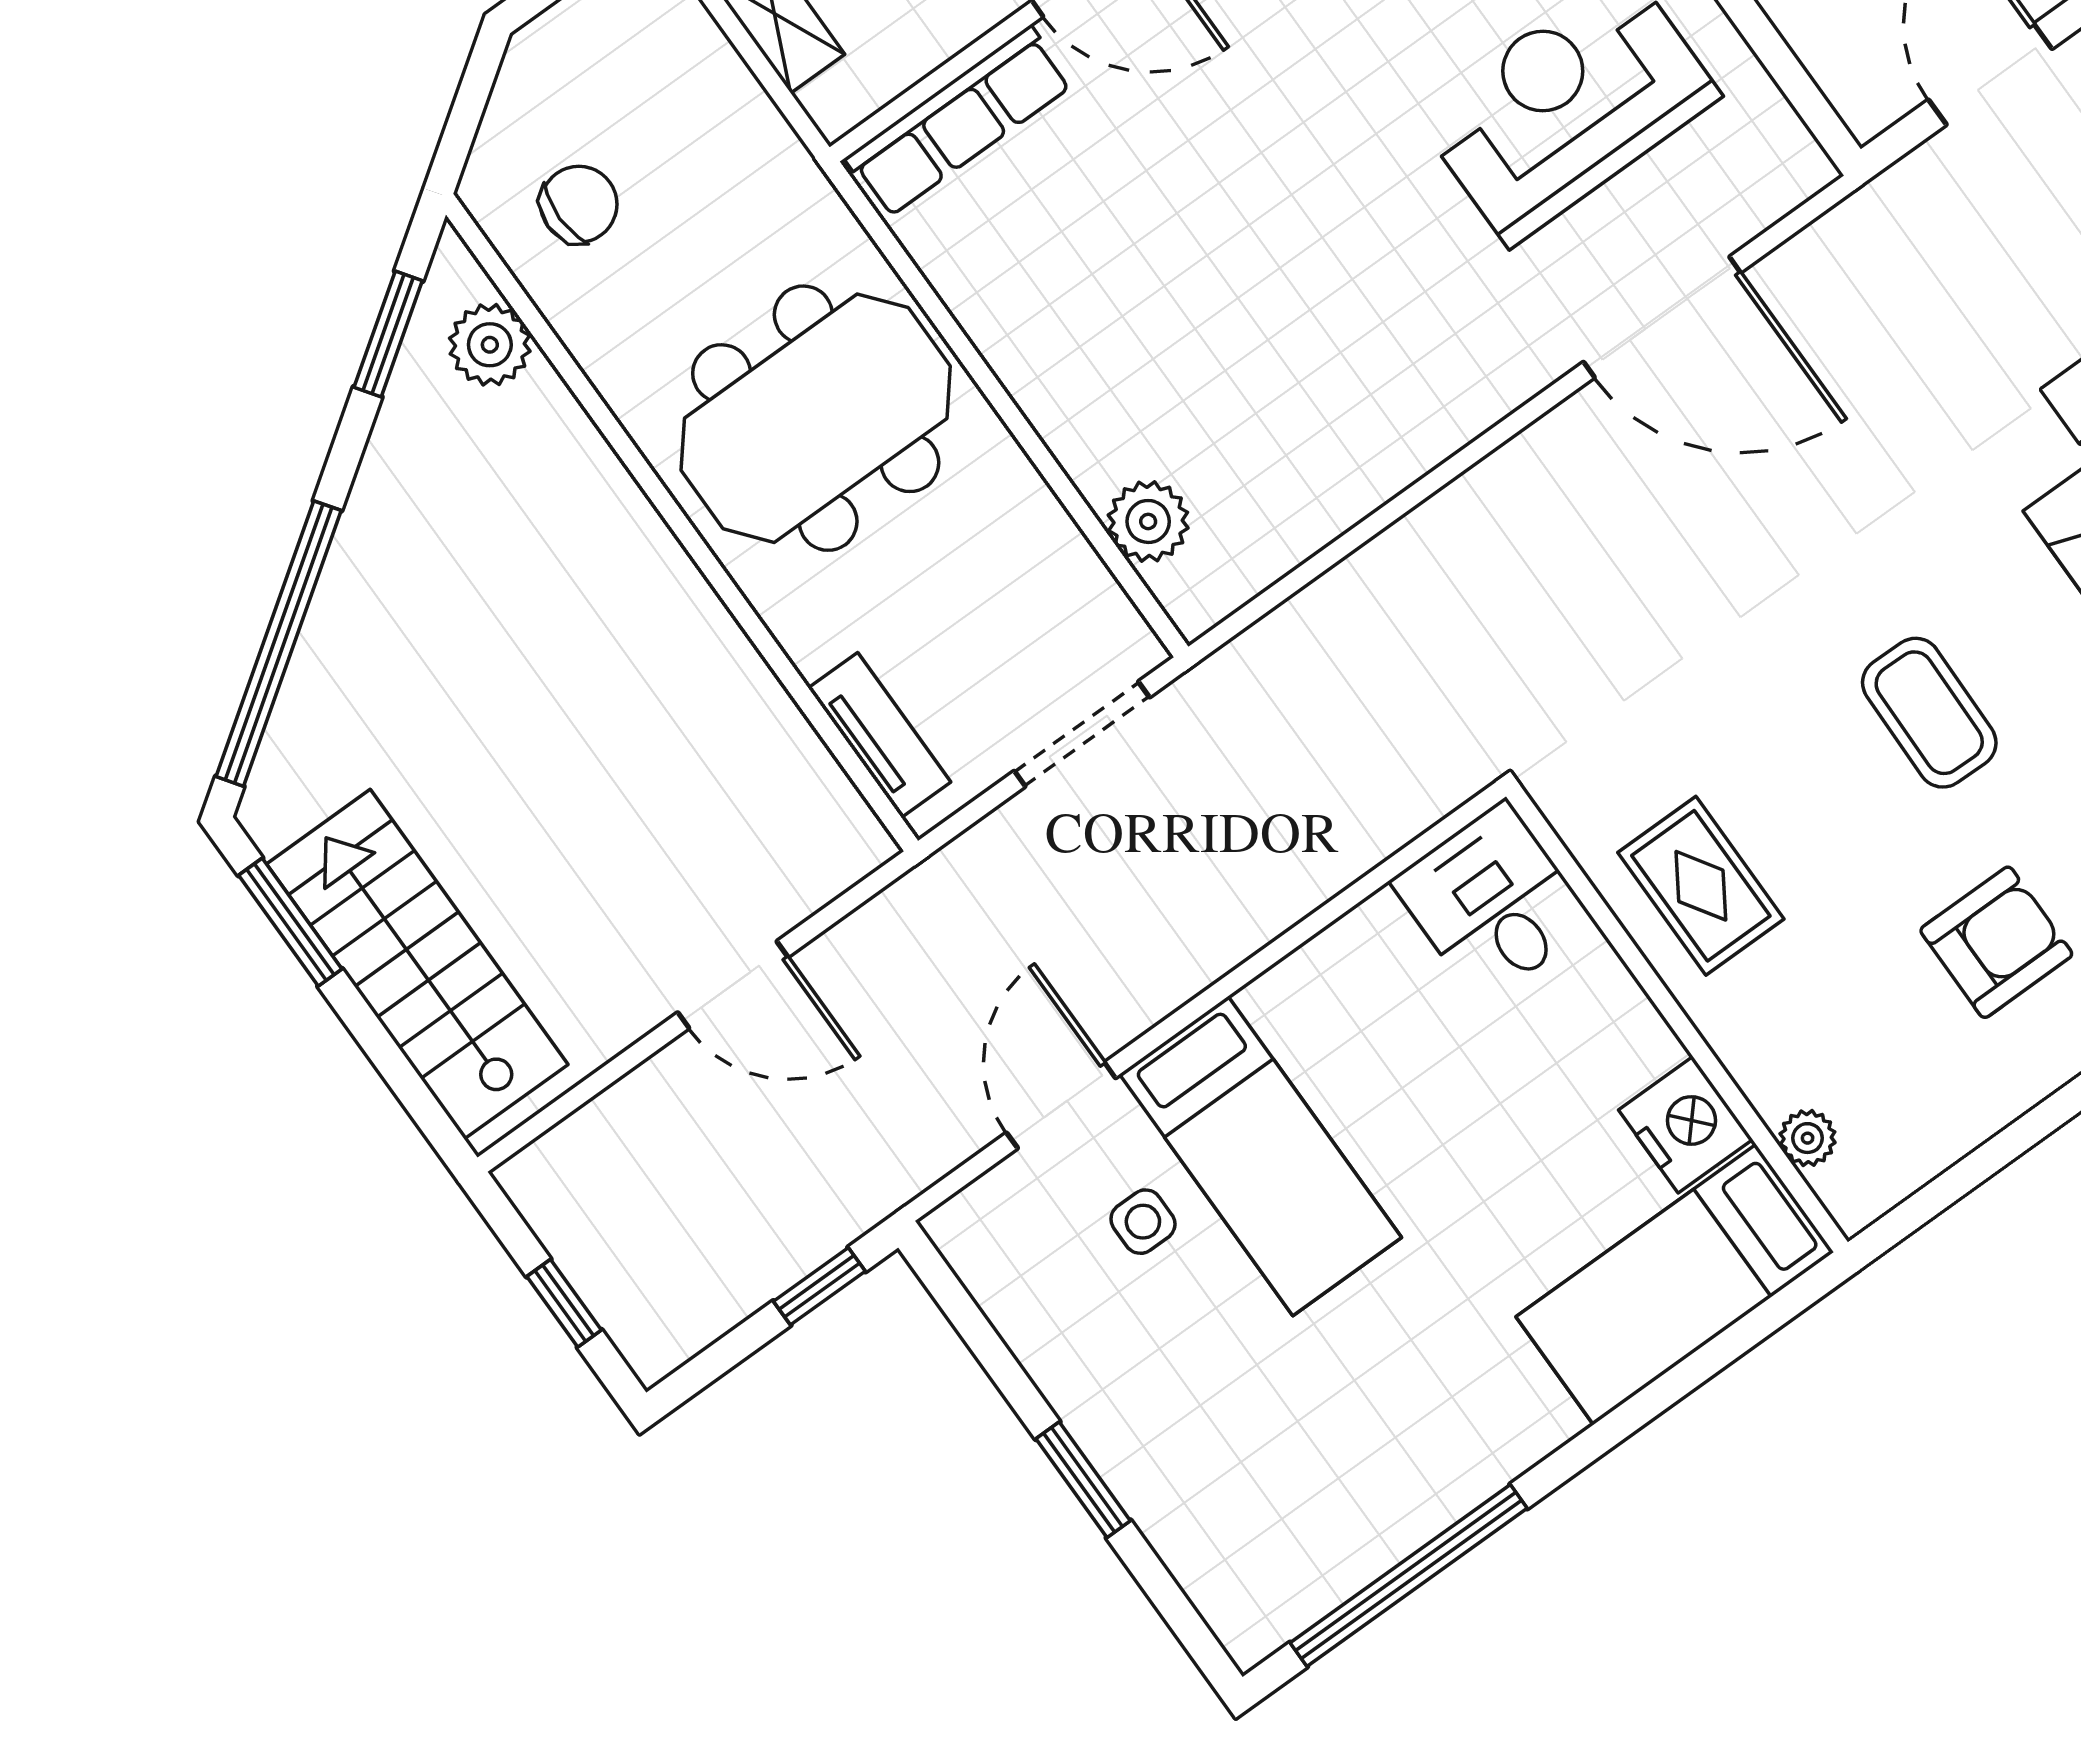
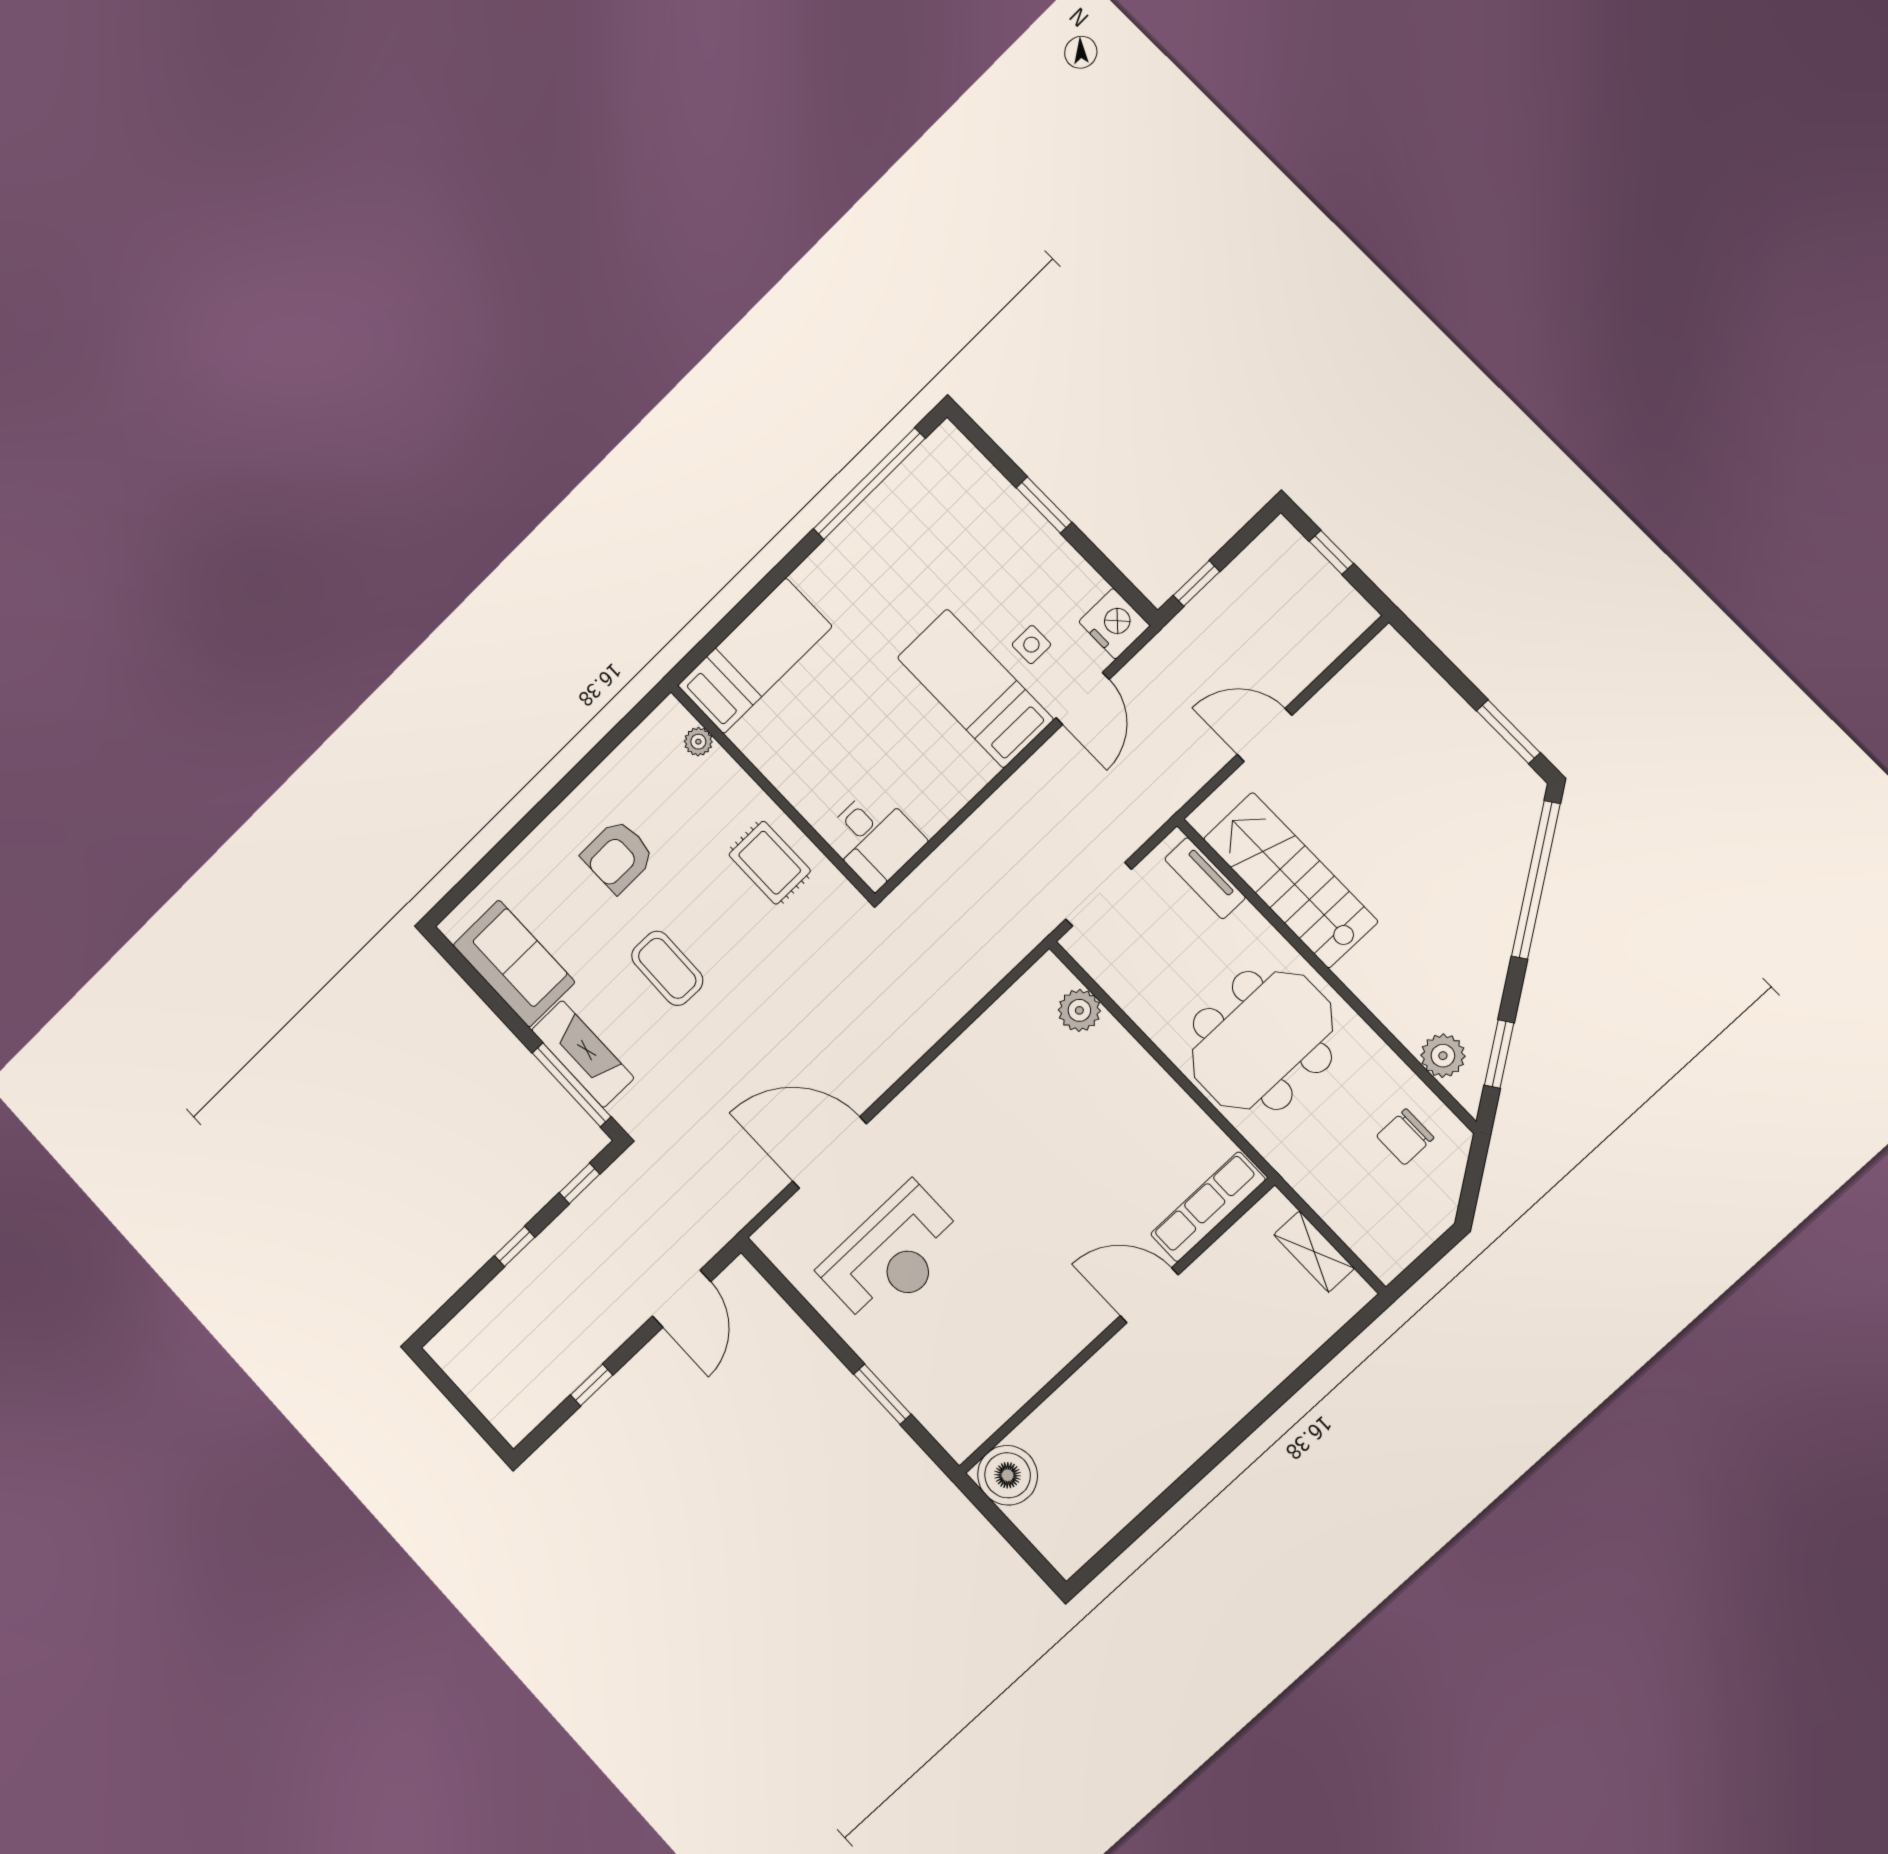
stairs: (417, 964) -> (1290, 880), moved, turned 180
nightstand: (1685, 1125) -> (1114, 624), moved, turned 180

